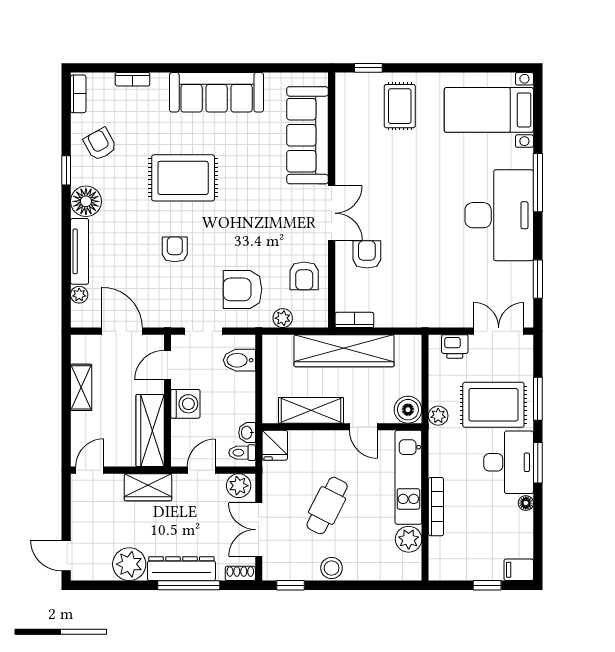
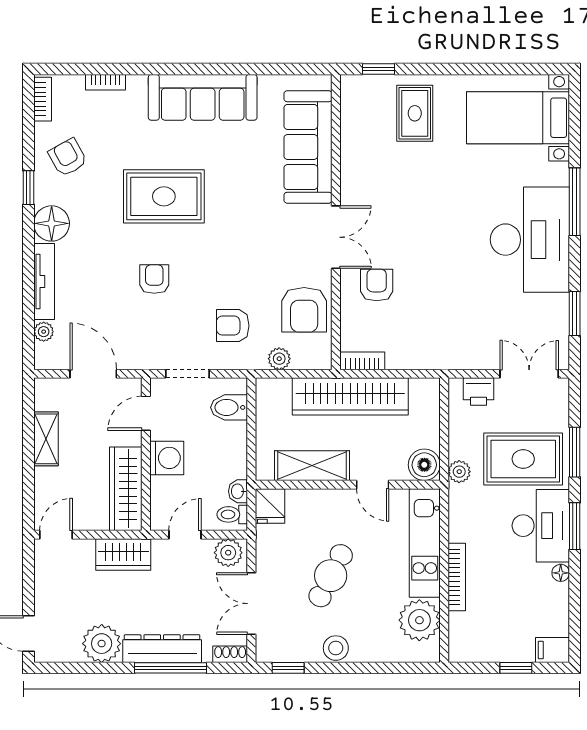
armchair: (304, 276) -> (304, 310), width x1.38, depth x1.38
armchair: (242, 289) -> (233, 326), width x0.72, depth x0.72
plant: (409, 539) -> (419, 620), width x1.36, depth x1.36

